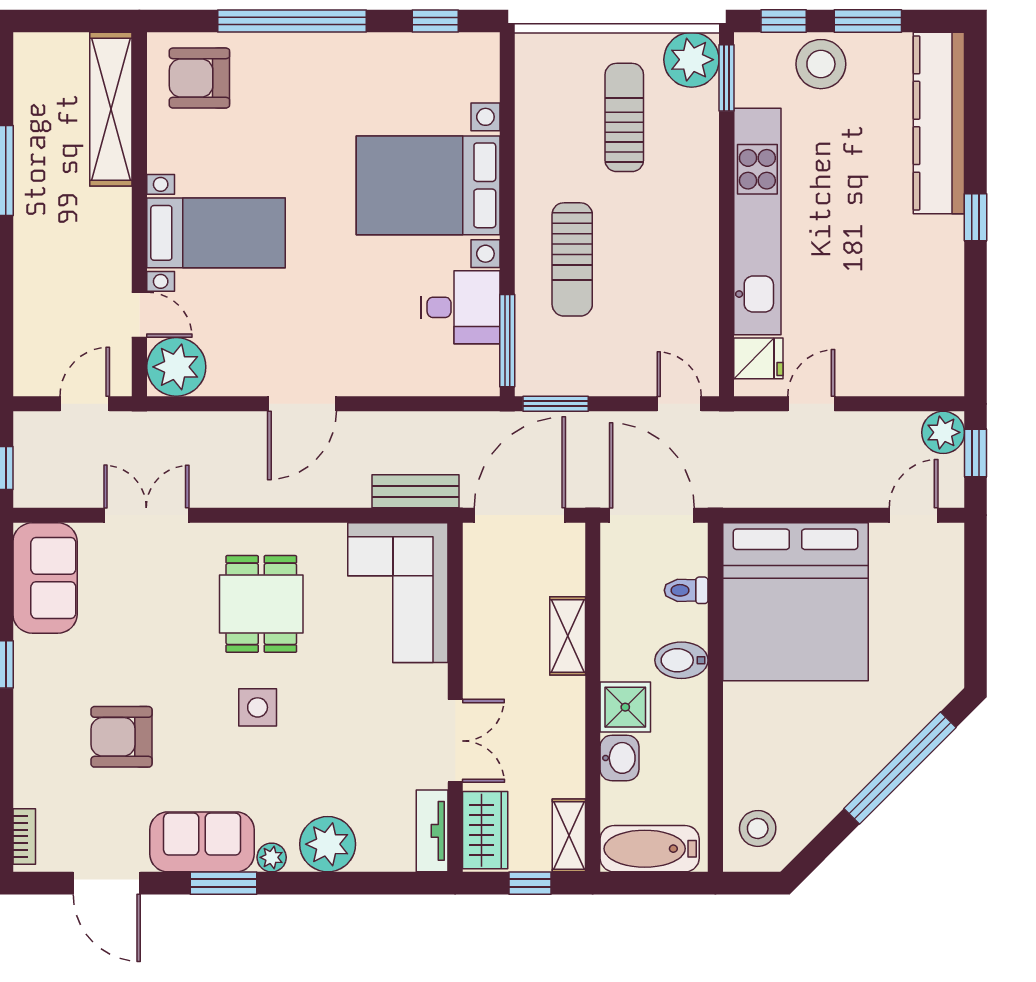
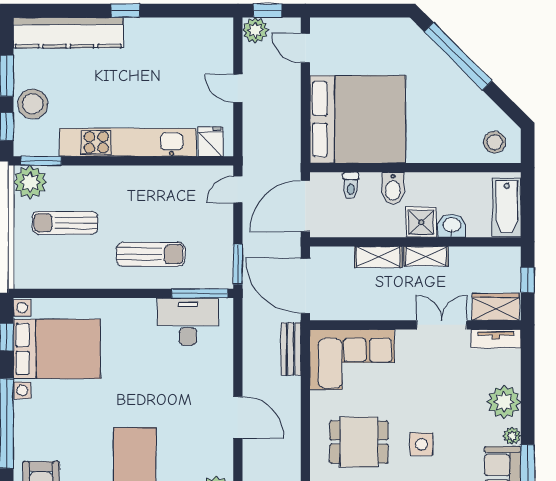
bed with nightstands: (428, 185) -> (57, 349), moved, turned -90
desk: (460, 307) -> (188, 322), width x1.37
door: (811, 404) -> (238, 88), moved
shelving: (569, 835) -> (426, 256), moved

